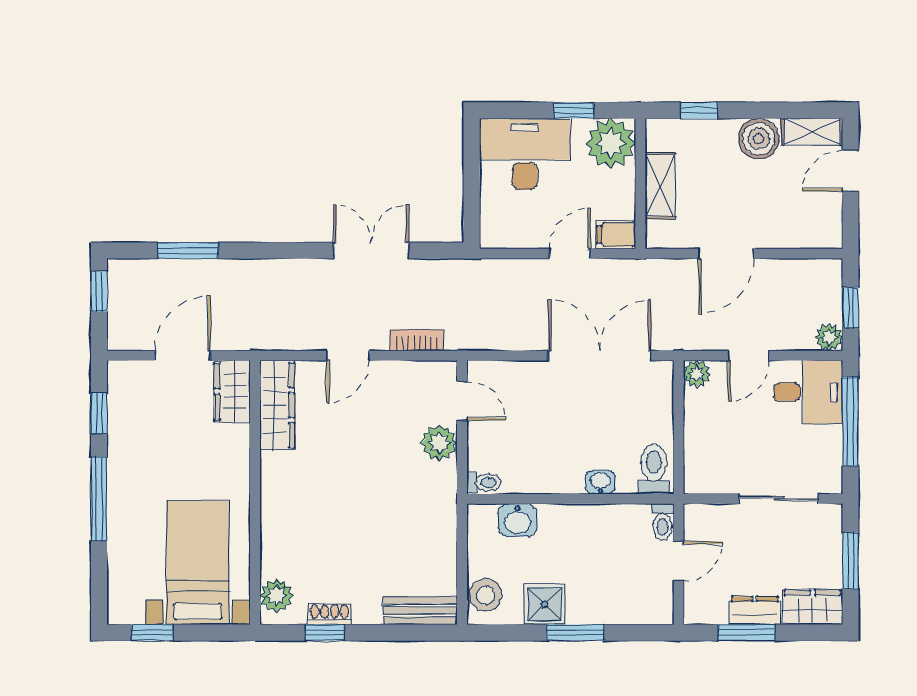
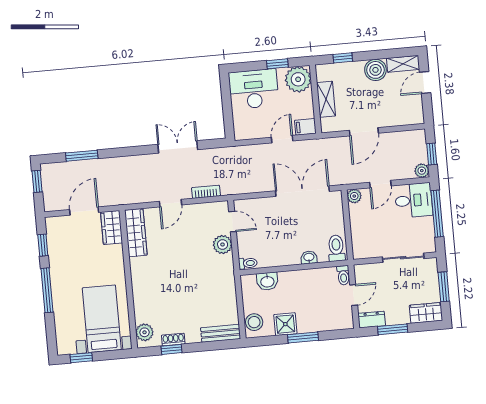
dresser: (755, 610) -> (372, 320), moved

